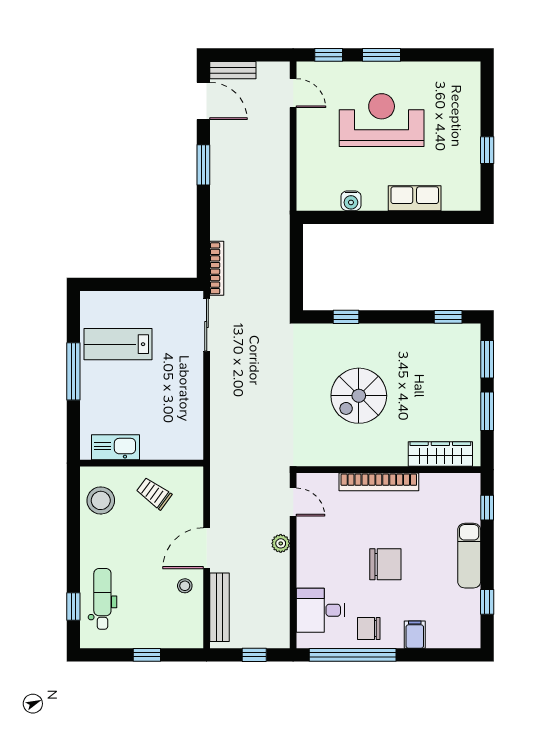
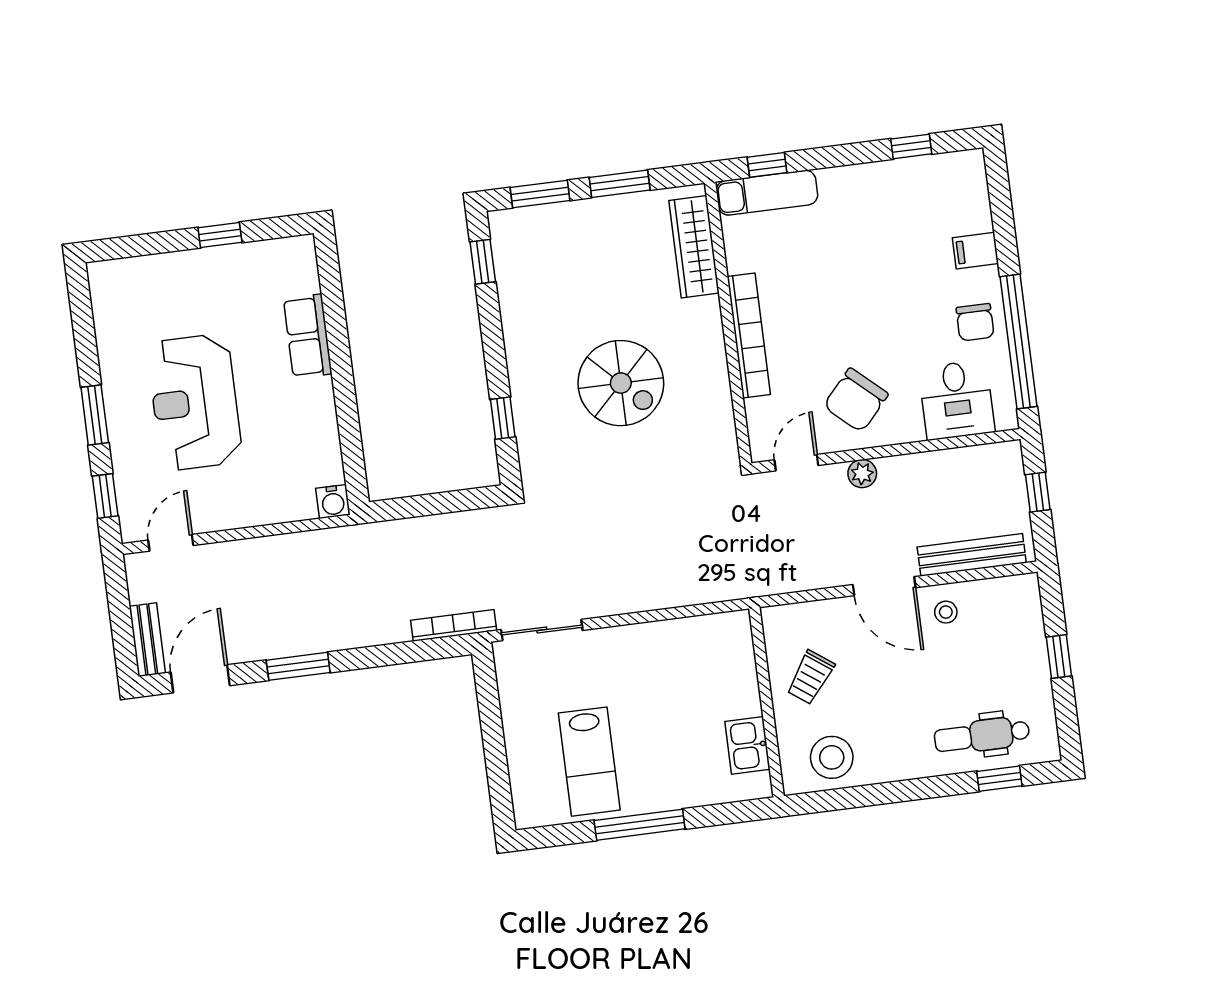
water cooler: (351, 201) -> (333, 502), moved, turned 90
kitchen sink: (115, 447) -> (747, 745), width x0.73
exam couch: (469, 556) -> (767, 193), moved
chair: (385, 564) -> (856, 400), moved, turned -138

